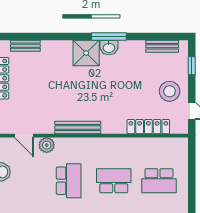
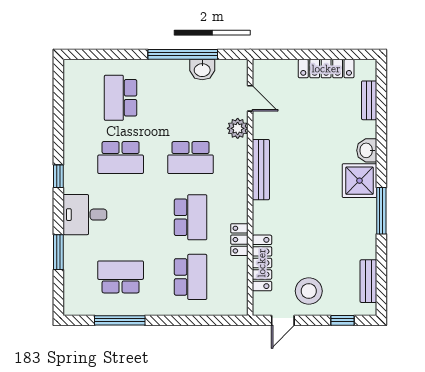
washbasin: (109, 48) -> (367, 150), moved
door: (24, 136) -> (250, 98), swing flipped
locker: (131, 144) -> (239, 240), added
school desk: (159, 181) -> (191, 277), turned 180

